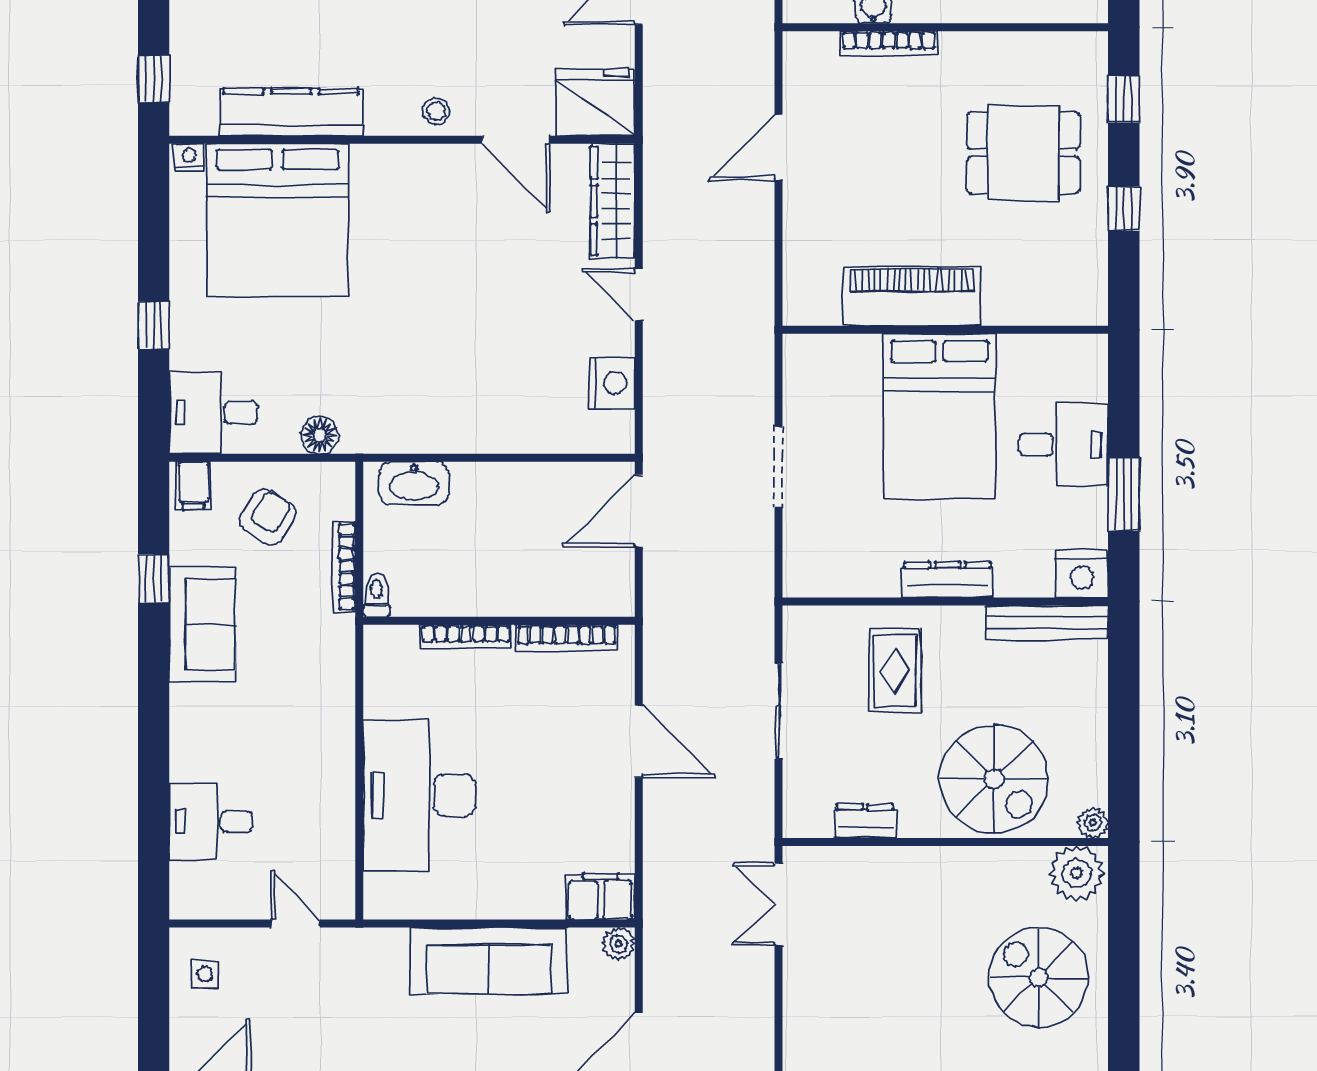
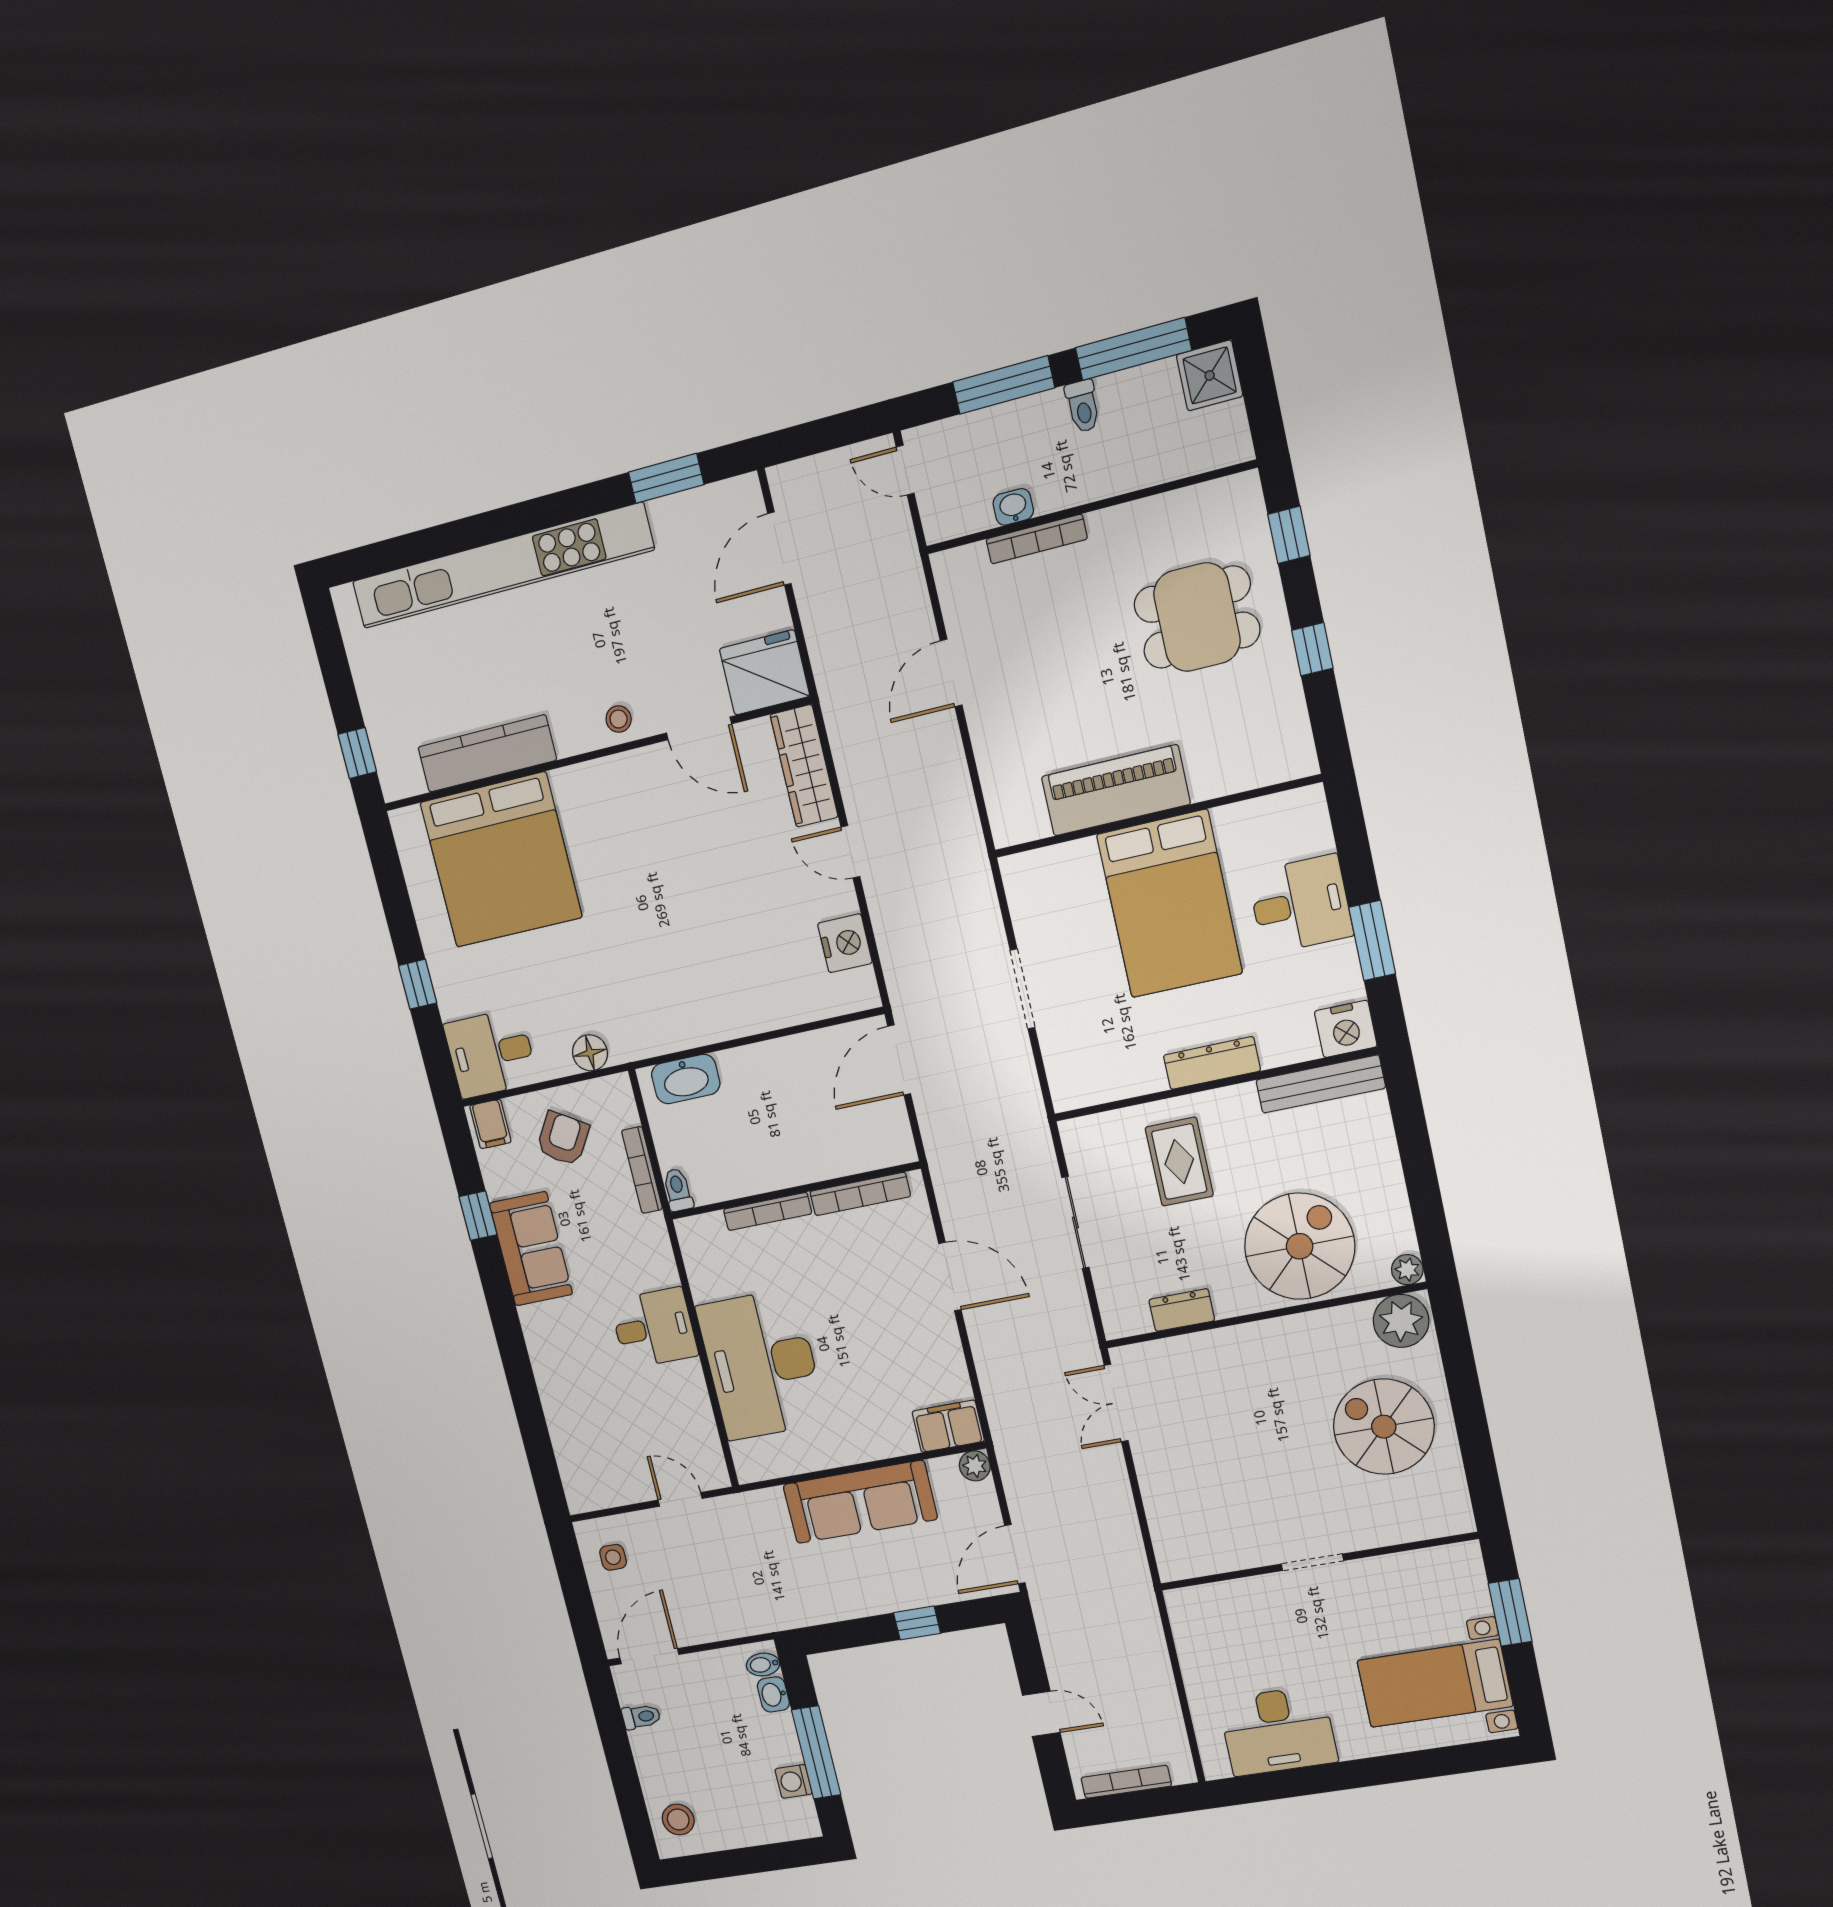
nightstand: (189, 157) -> (408, 820), removed
spiral stairs: (994, 779) -> (1300, 1246), turned -90
desk: (211, 822) -> (654, 1328), moved, turned 180

